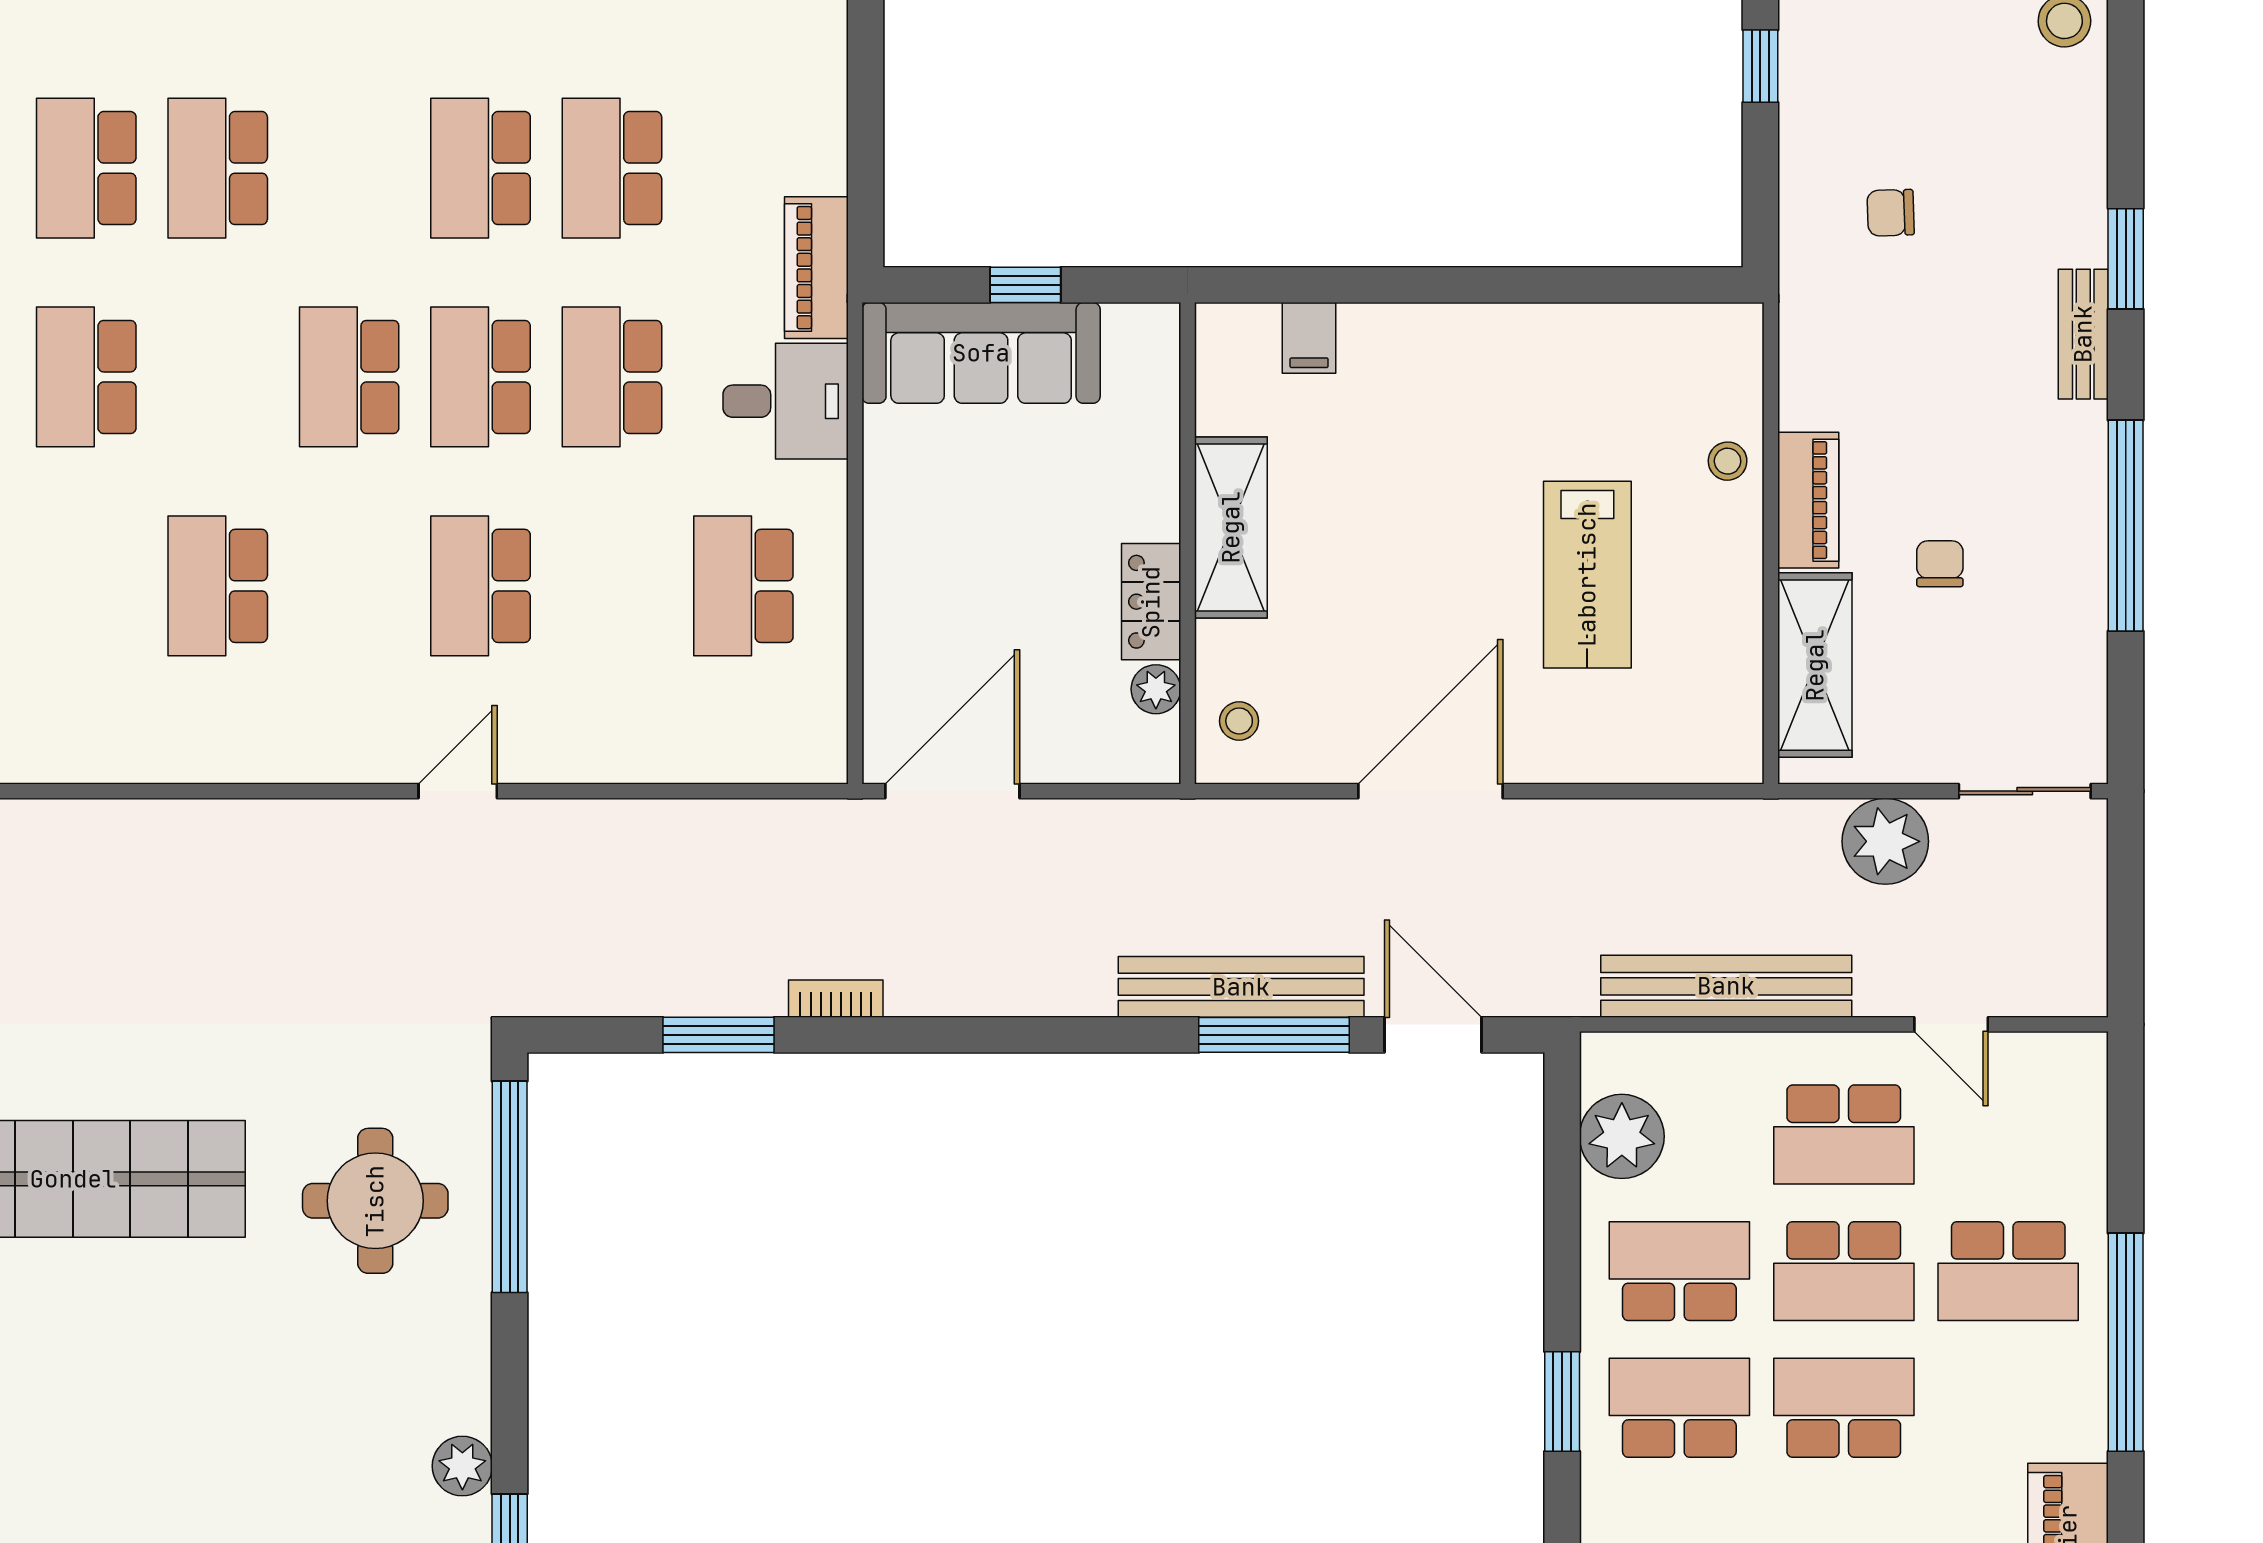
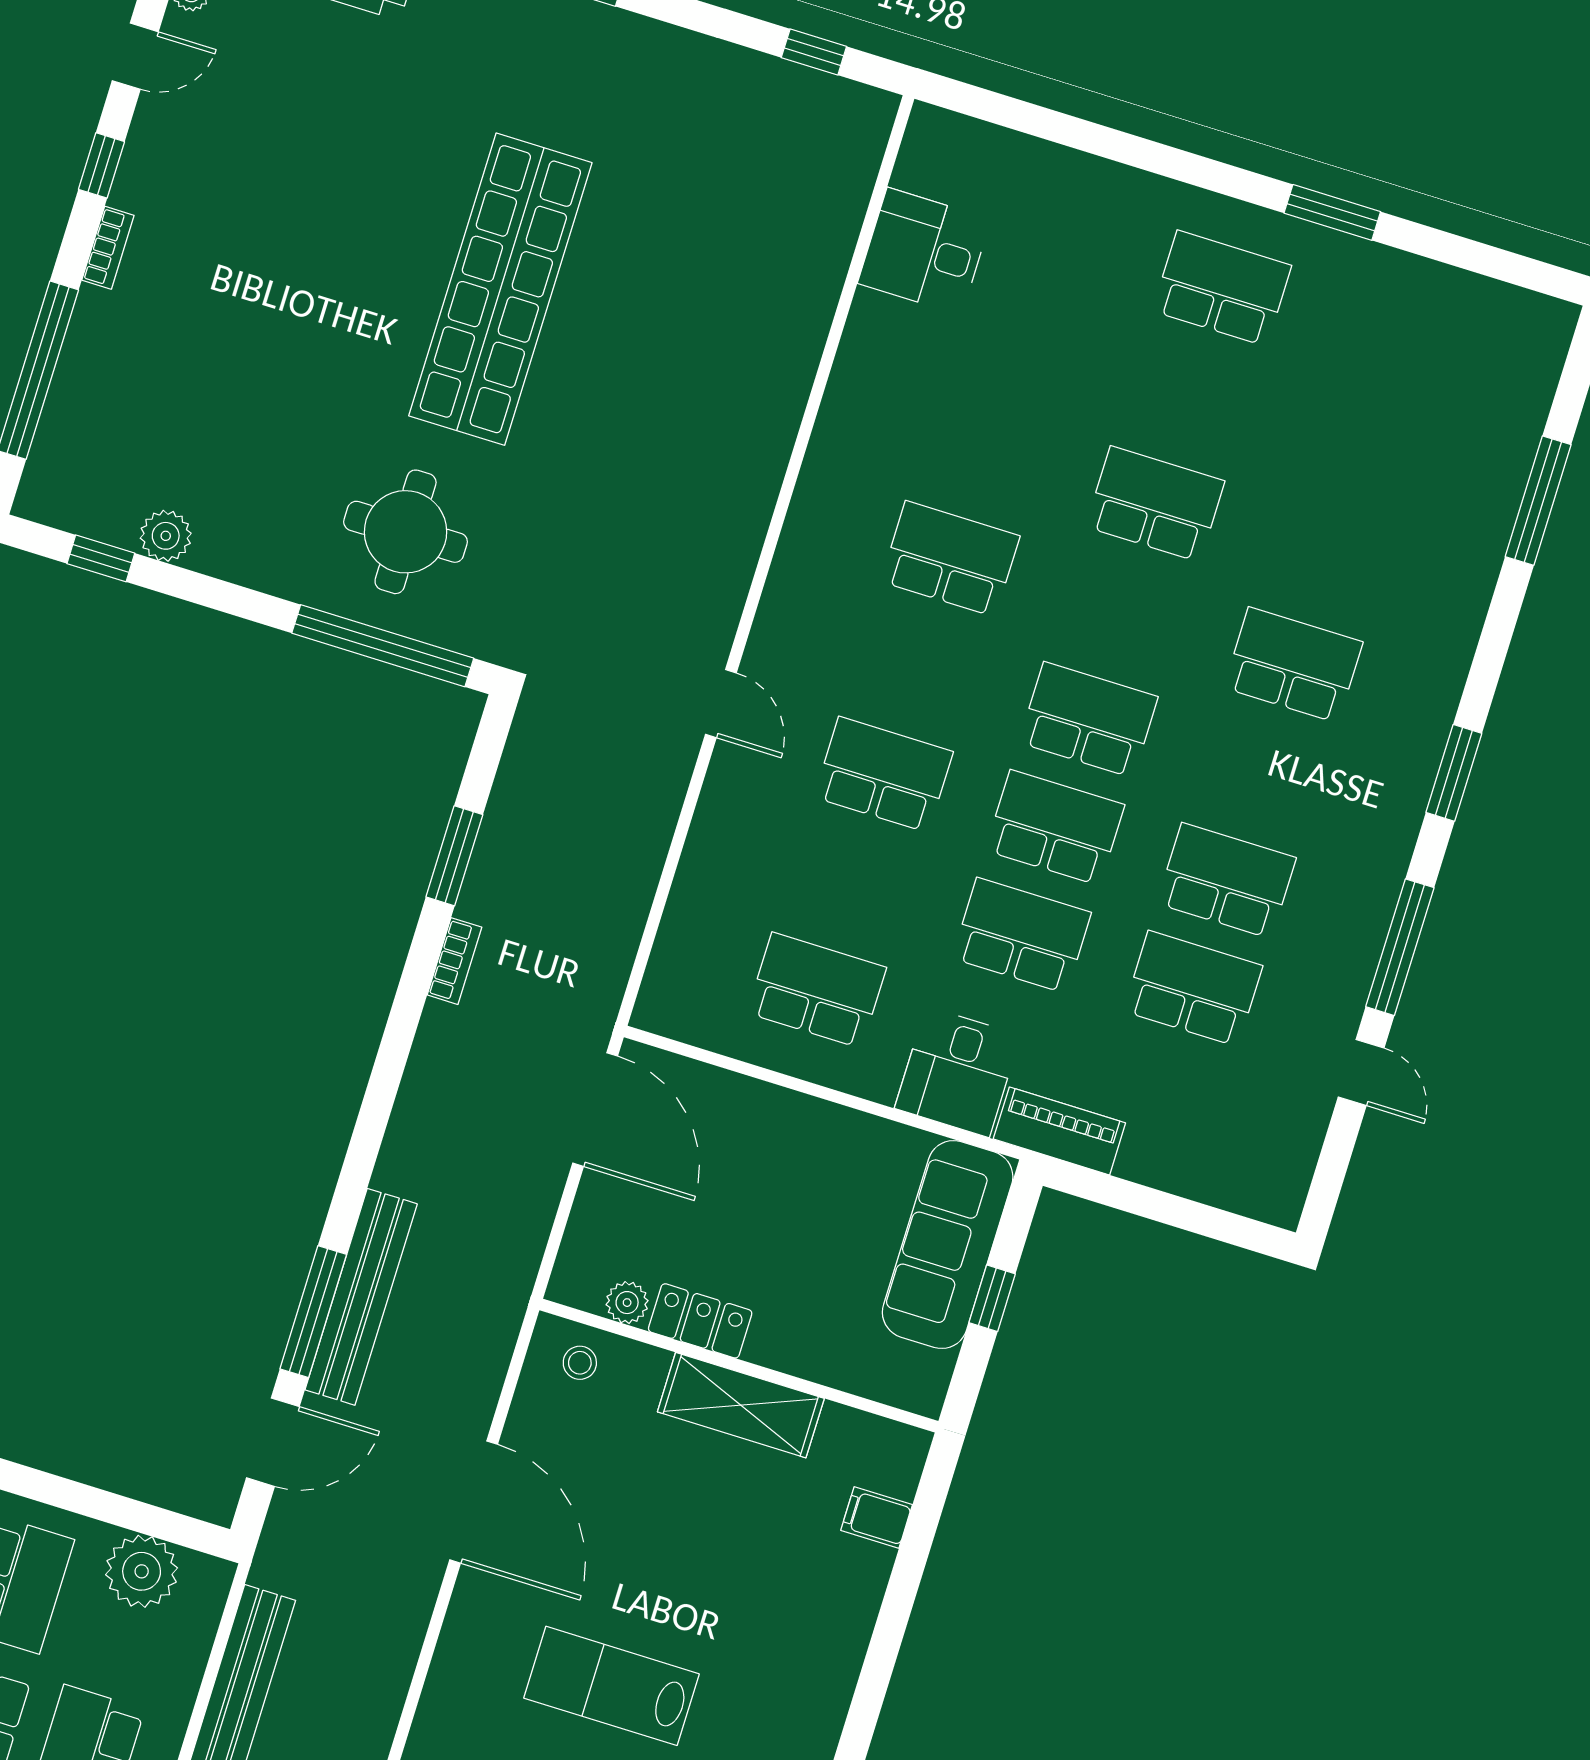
school desk: (86, 168) -> (1327, 557), removed

